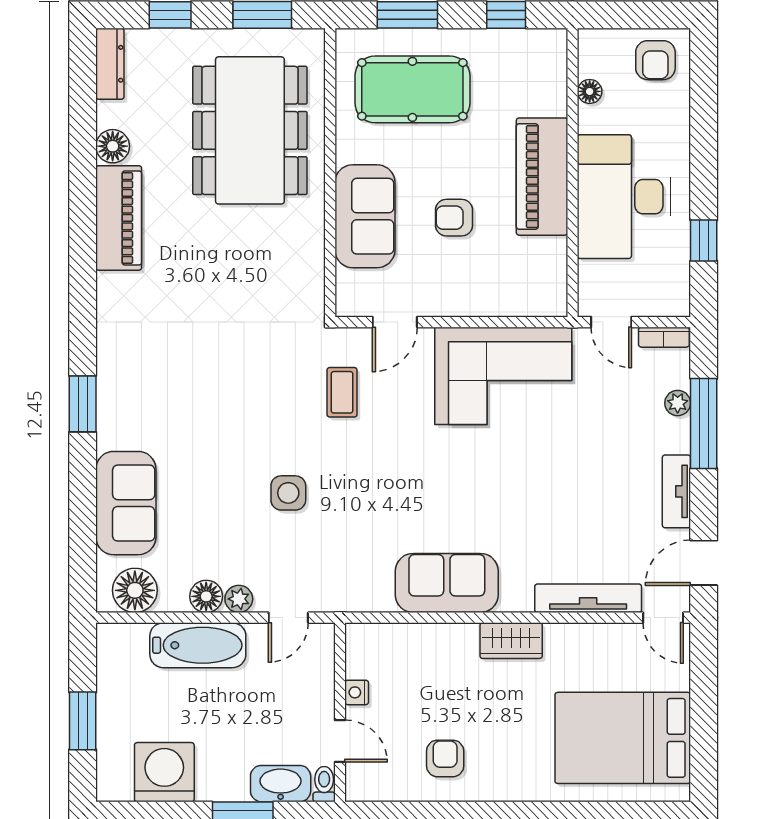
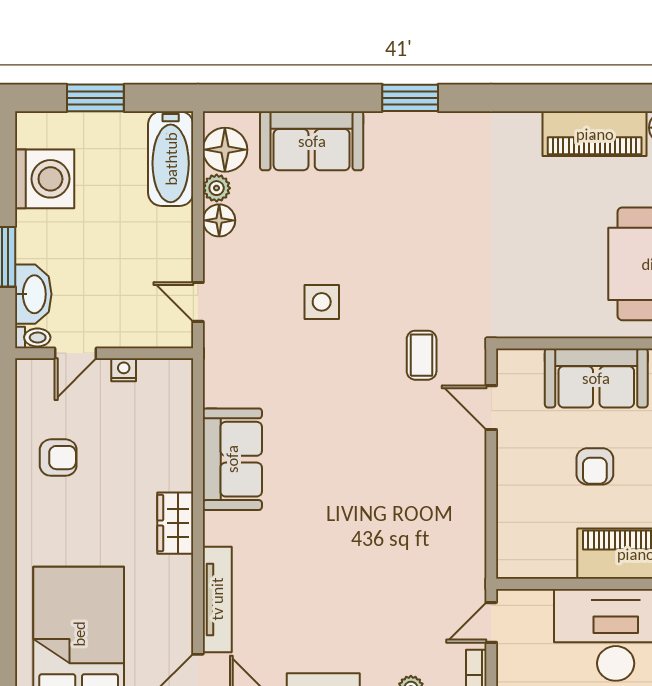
armchair: (454, 218) -> (595, 466), turned 180
corner sofa: (503, 376) -> (438, 515), removed
coffee table: (342, 392) -> (422, 355), turned 90
plant: (239, 599) -> (217, 188), moved
bathtub: (198, 645) -> (171, 159), moved

